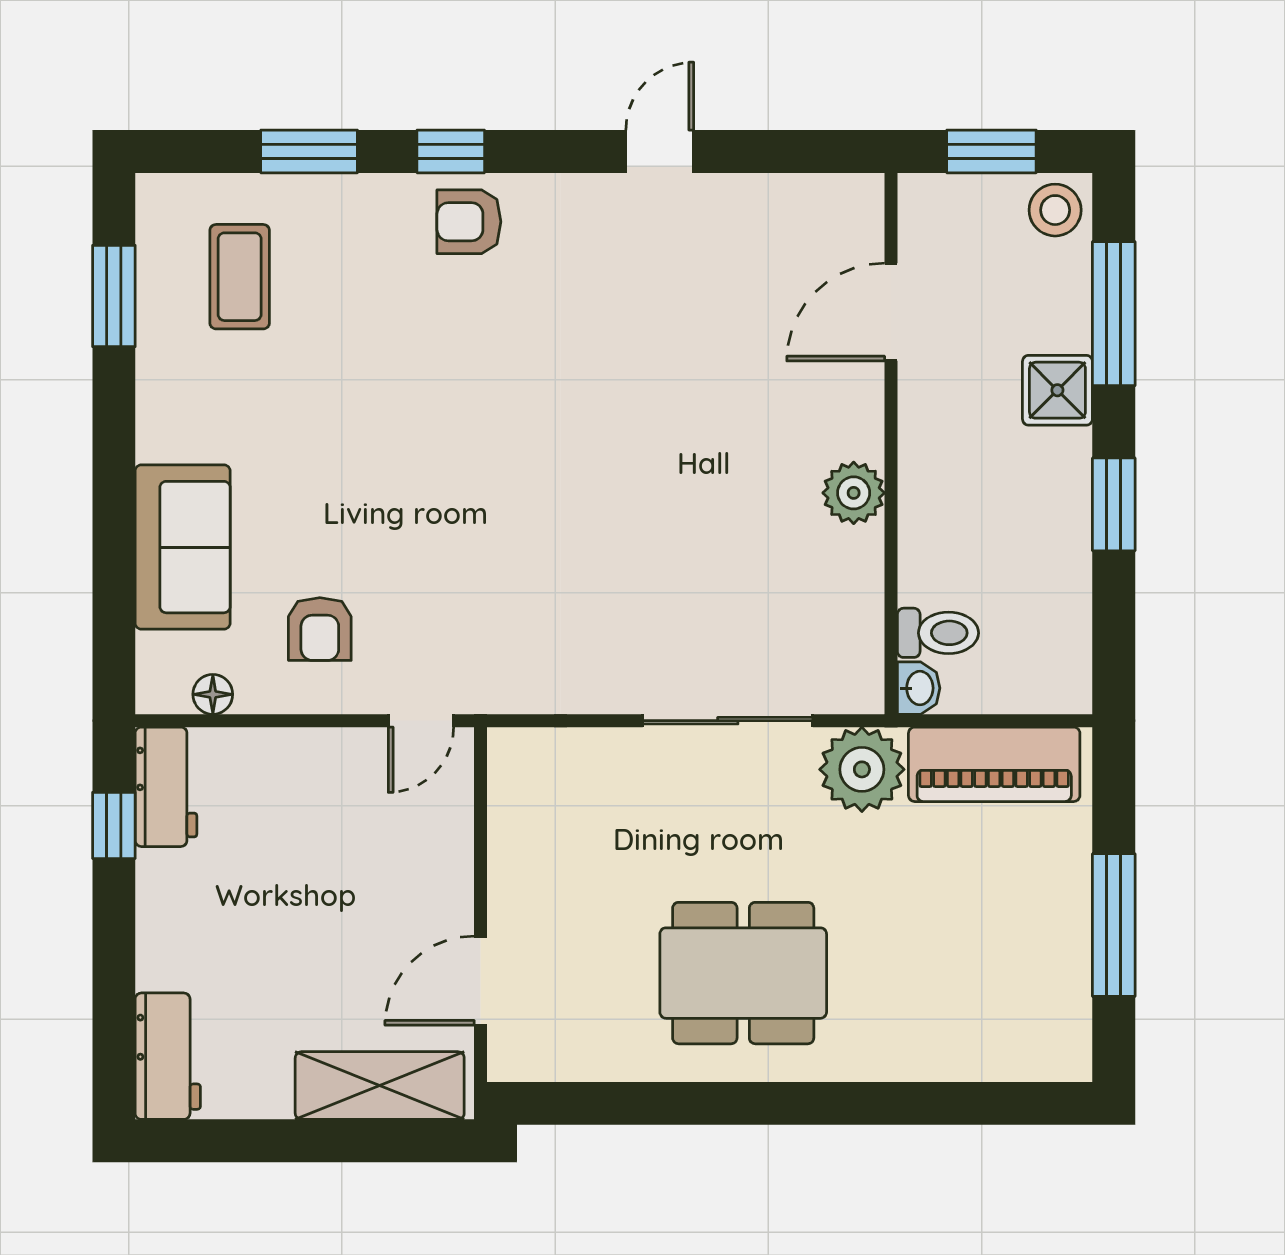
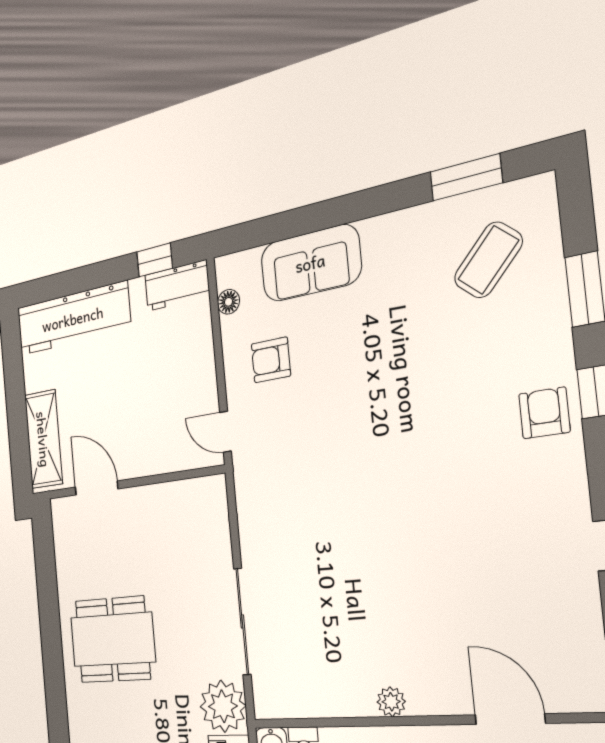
coffee table: (240, 277) -> (488, 260), turned -48
plant: (854, 493) -> (391, 702), width x0.73, depth x0.73
dining table: (743, 973) -> (112, 640), turned 90
workbench: (168, 1056) -> (73, 319), width x1.88, depth x1.32

